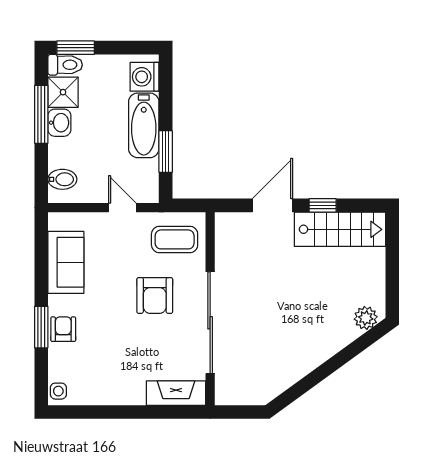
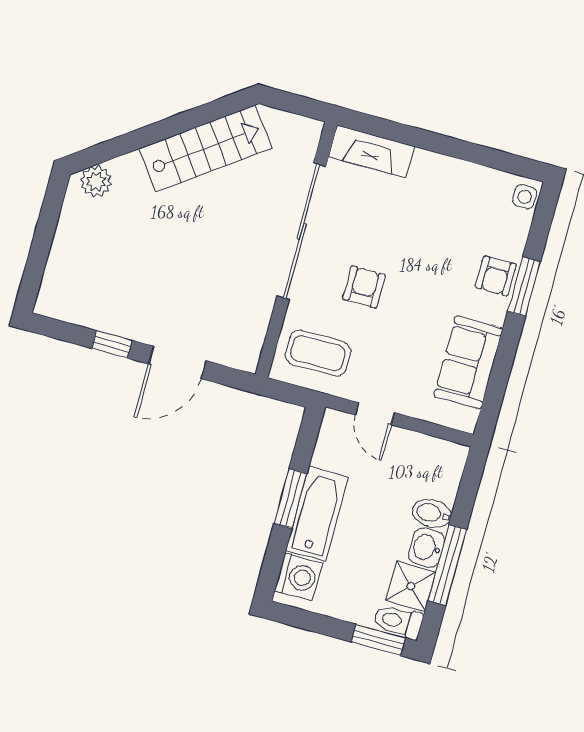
window: (166, 152) -> (290, 499), moved
bidet: (62, 179) -> (432, 513), moved
stairs: (340, 229) -> (205, 148), moved, turned 144
armchair: (155, 295) -> (364, 287), width x0.72, depth x0.72

